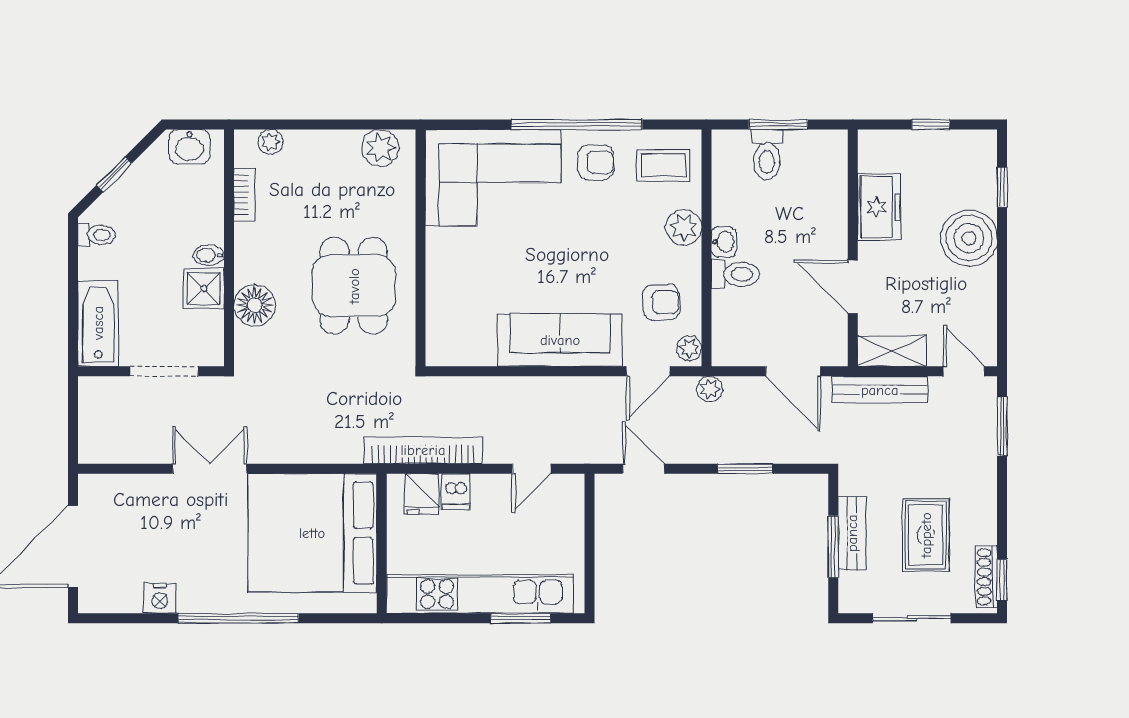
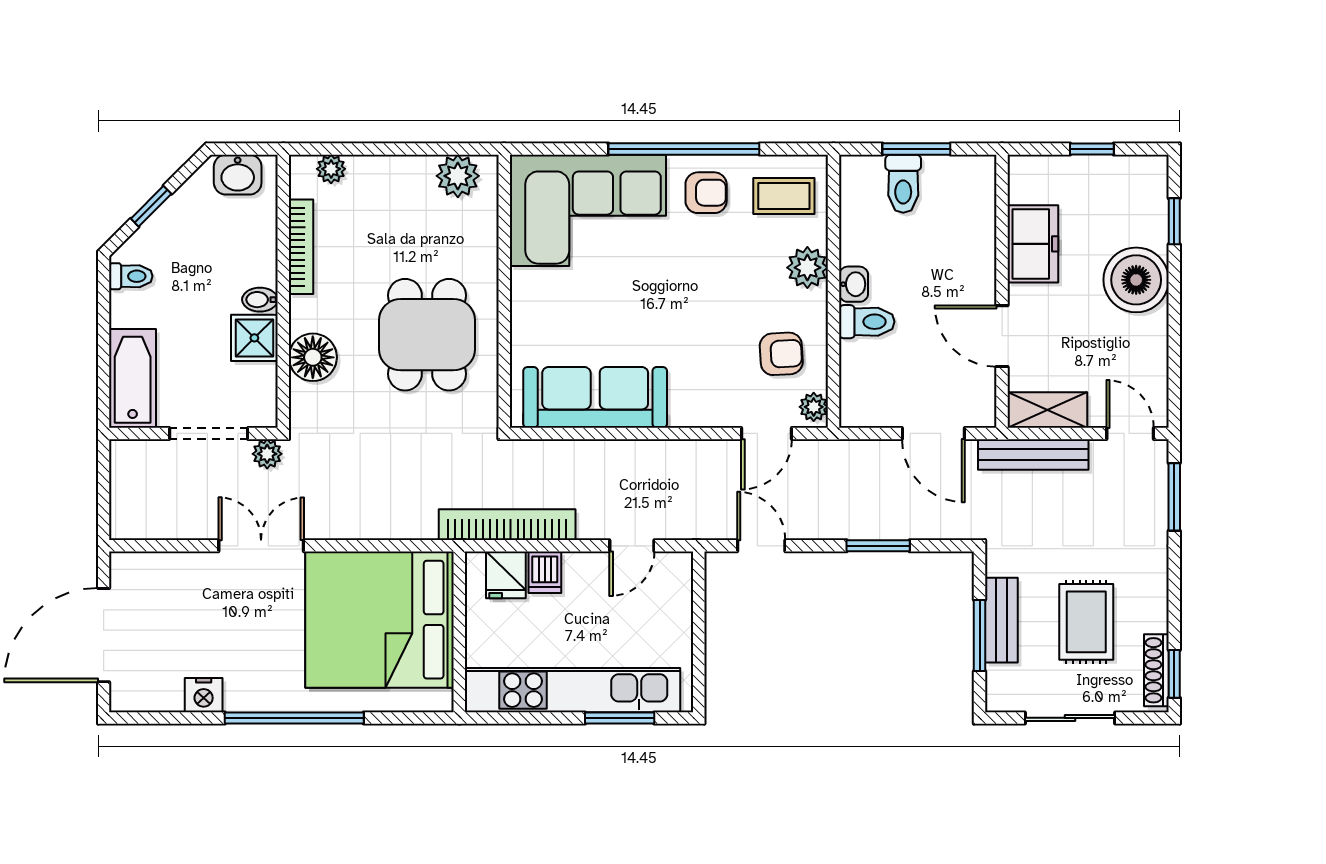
bookcase: (244, 194) -> (301, 247), width x1.56
sofa: (560, 340) -> (595, 397), moved
plant: (710, 389) -> (267, 454), moved

